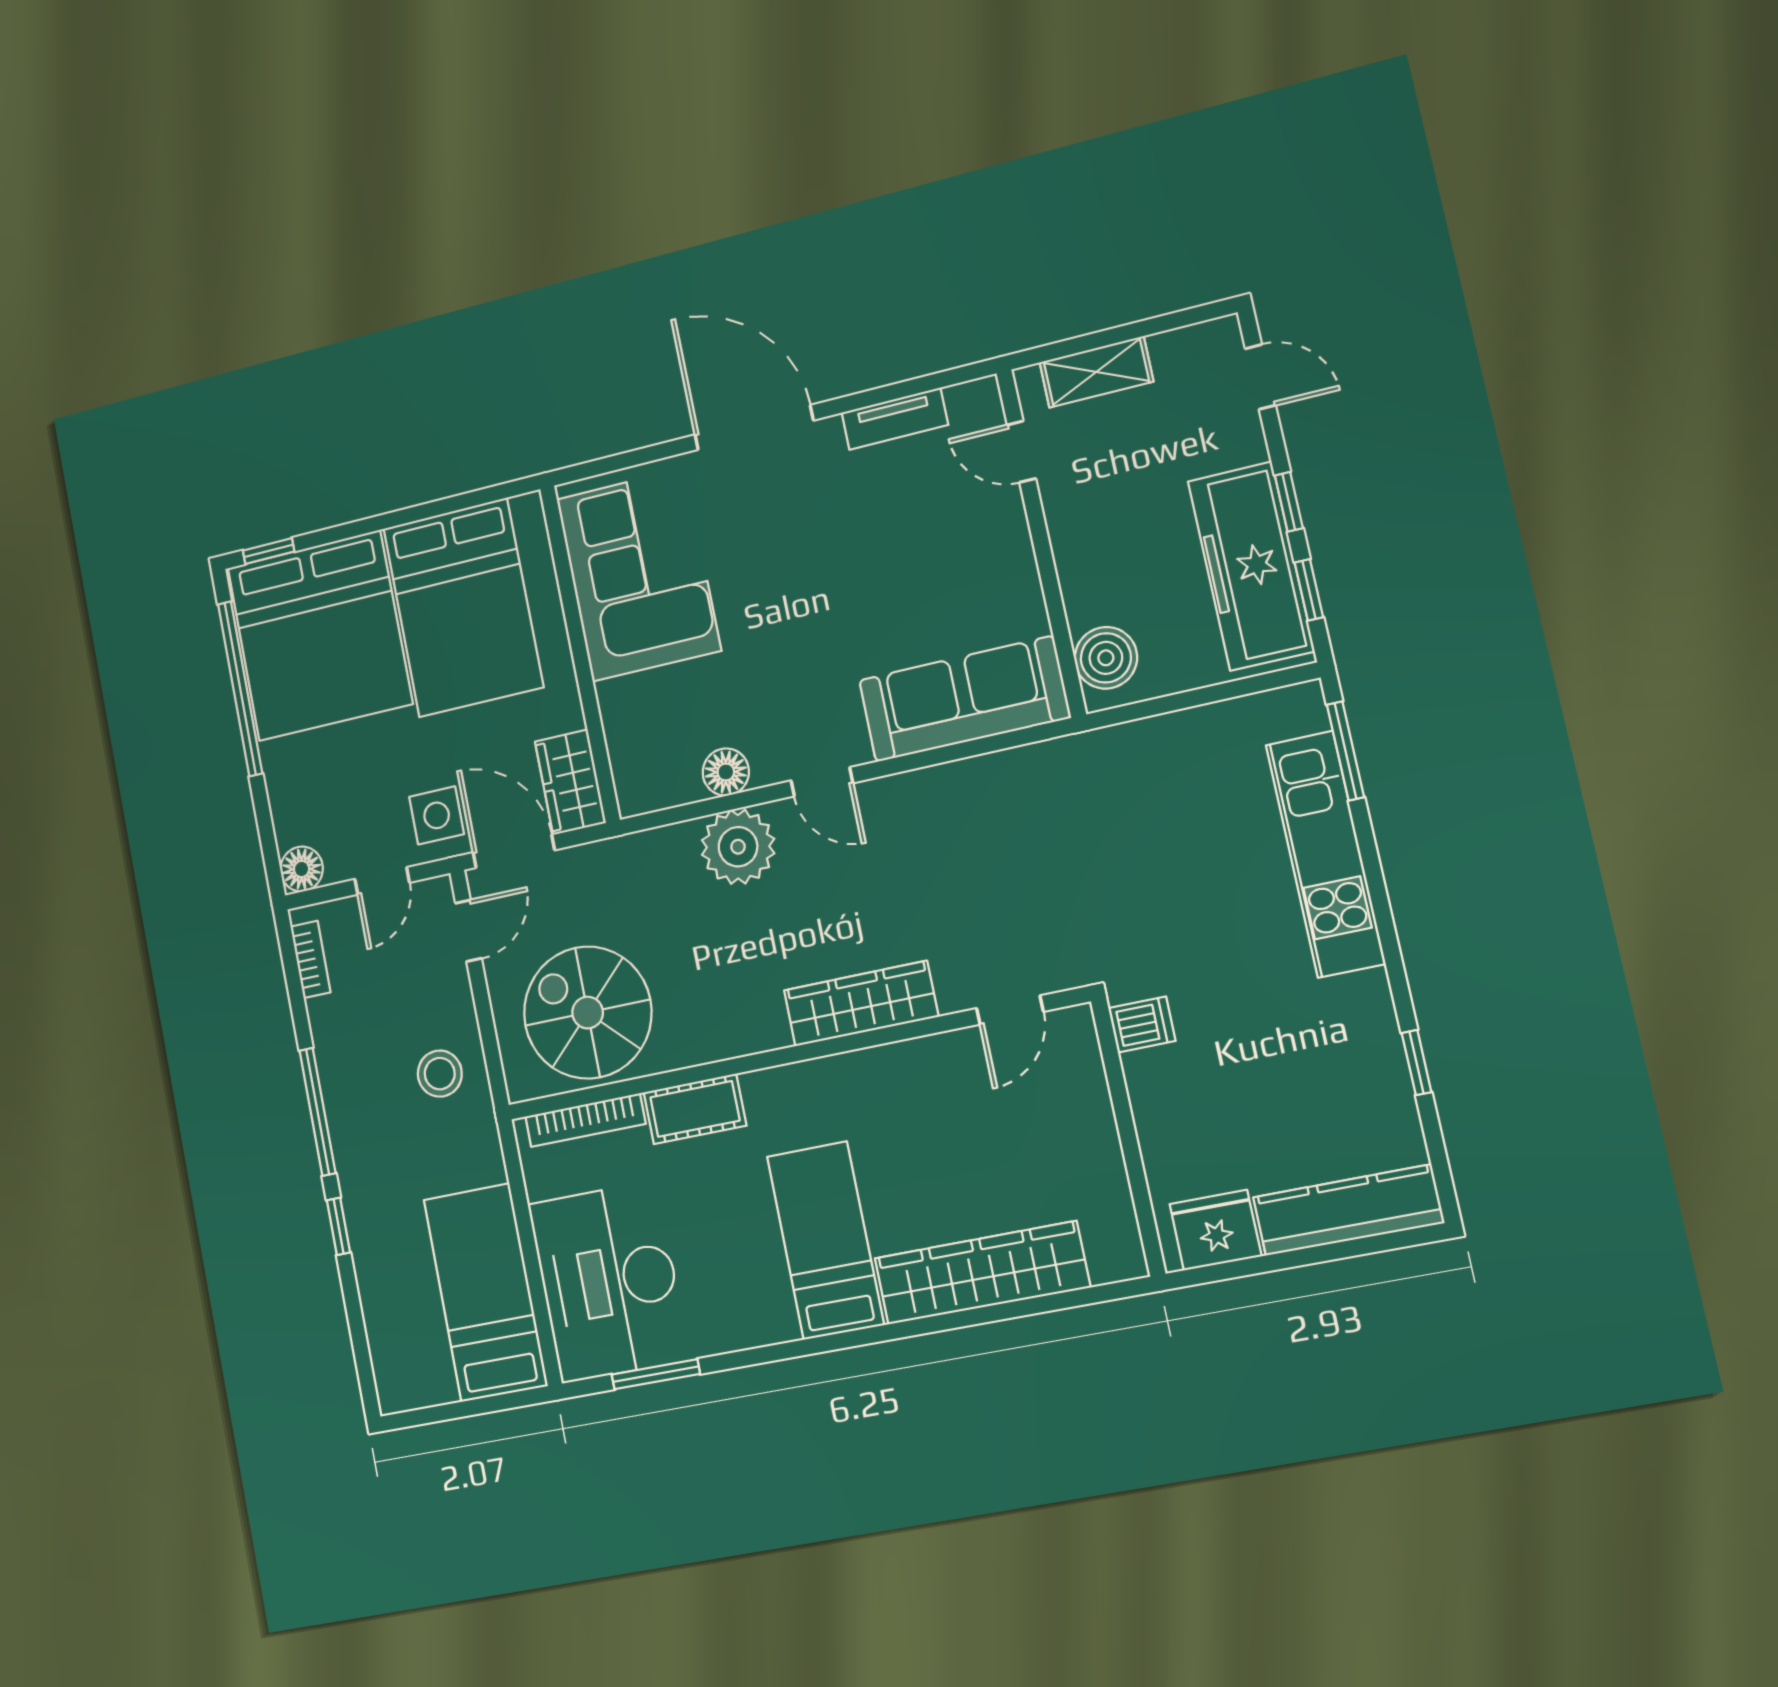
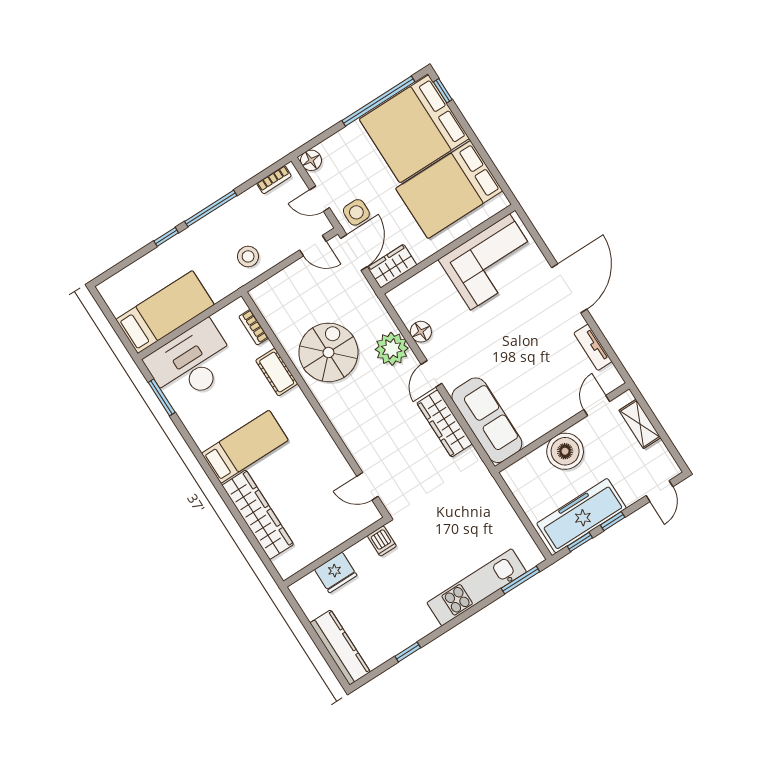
boiler: (1106, 658) -> (565, 451), moved, width x1.37, depth x1.37
wardrobe: (861, 1004) -> (445, 424), moved, turned 180
spiral stairs: (588, 1013) -> (328, 352), moved
bookcase: (585, 1120) -> (254, 327), width x0.64
fridge: (1216, 1230) -> (336, 573), moved, turned 90

